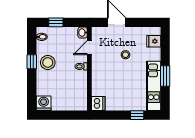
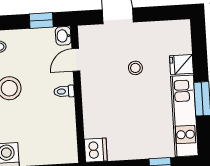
window: (56, 22) -> (41, 20), moved
fridge: (154, 41) -> (181, 64), moved

